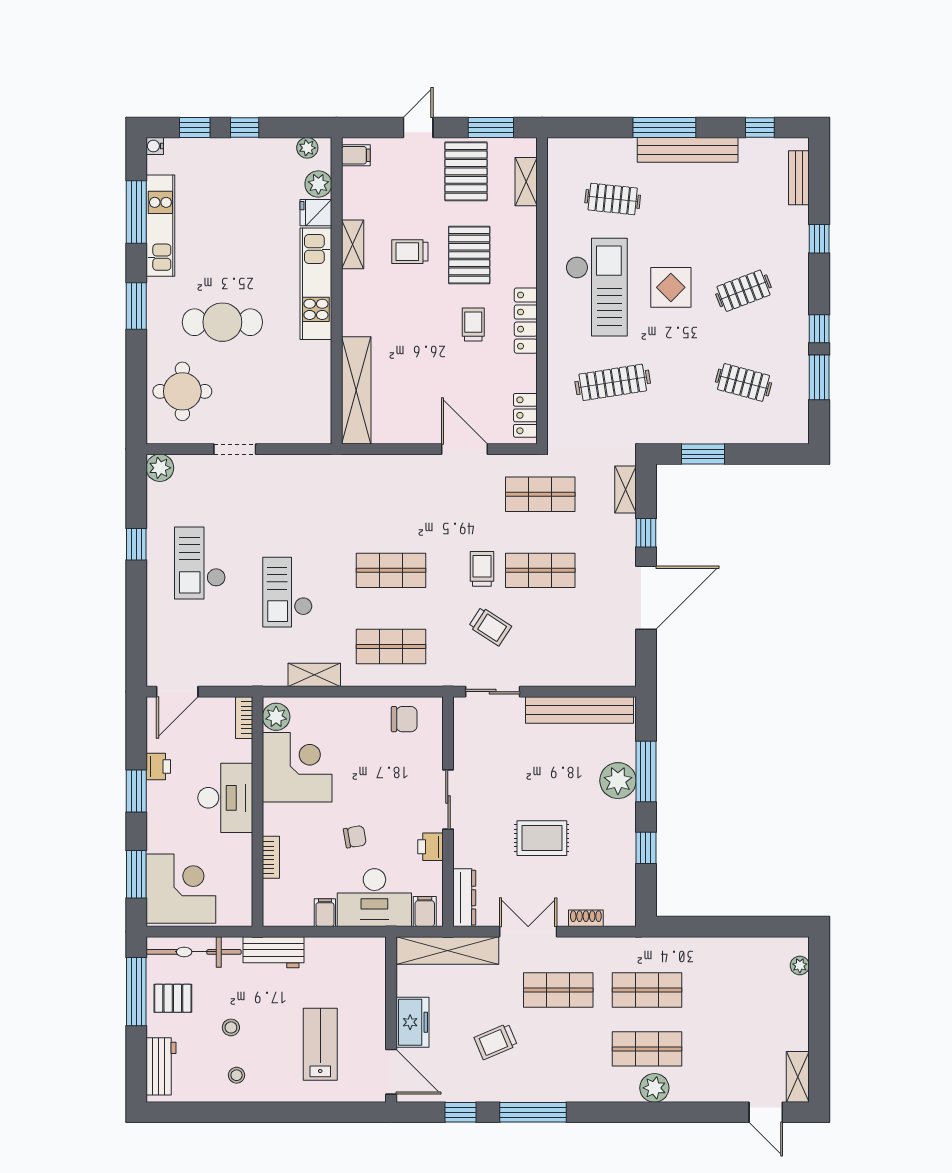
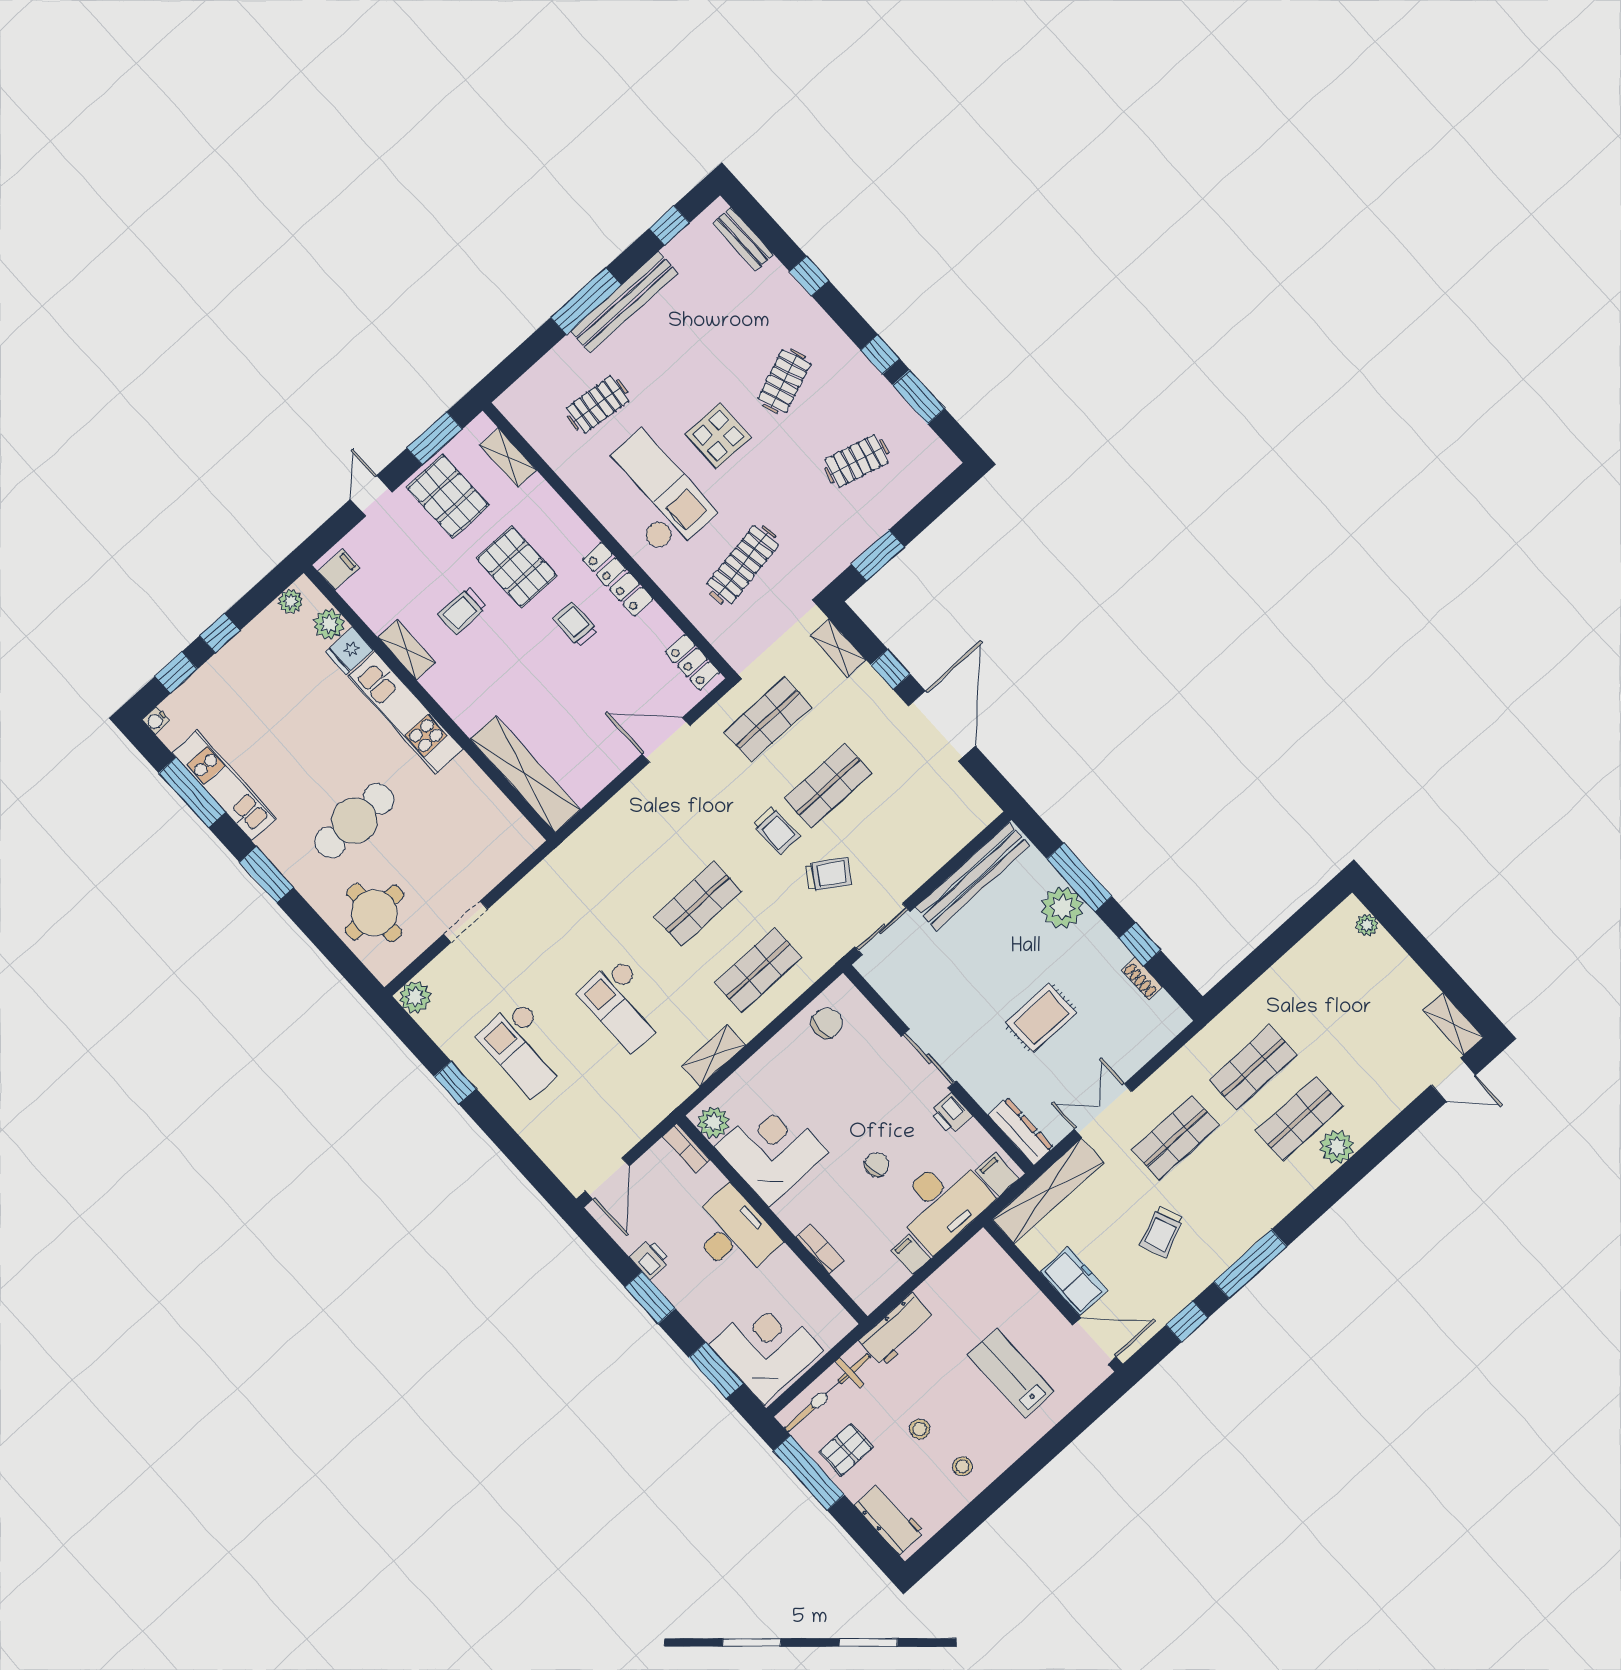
trolley: (482, 569) -> (776, 830), turned 180
shoe rack: (586, 918) -> (1142, 979), moved, turned -90

